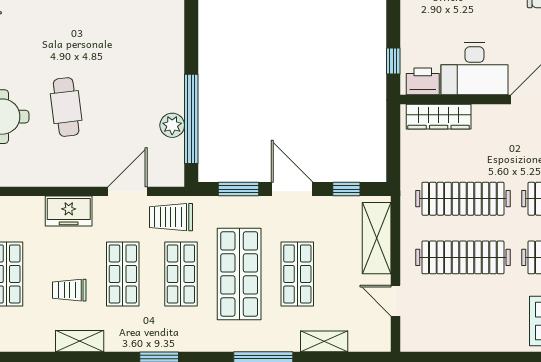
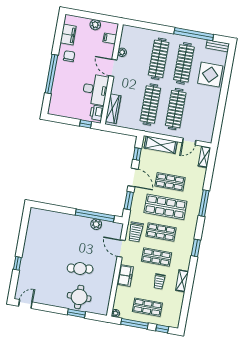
door: (292, 189) -> (133, 177), swing flipped
shelving: (324, 341) -> (204, 157), moved

